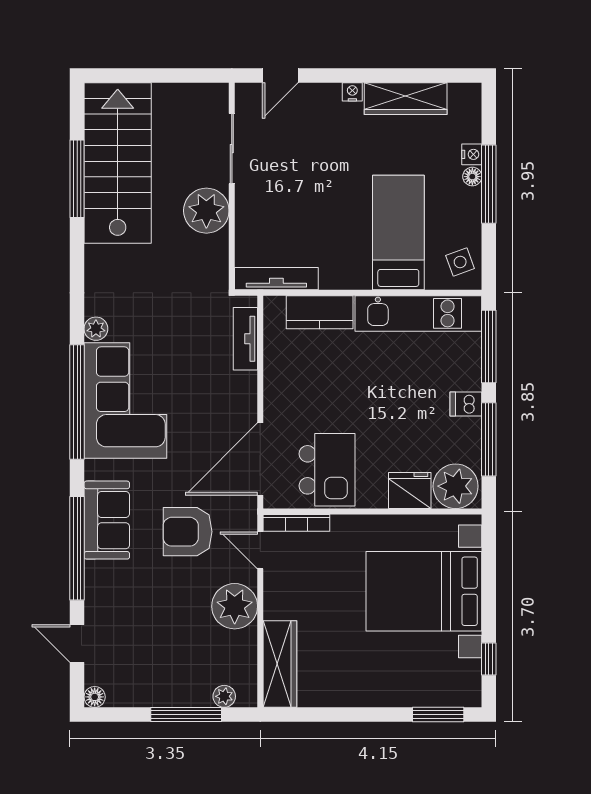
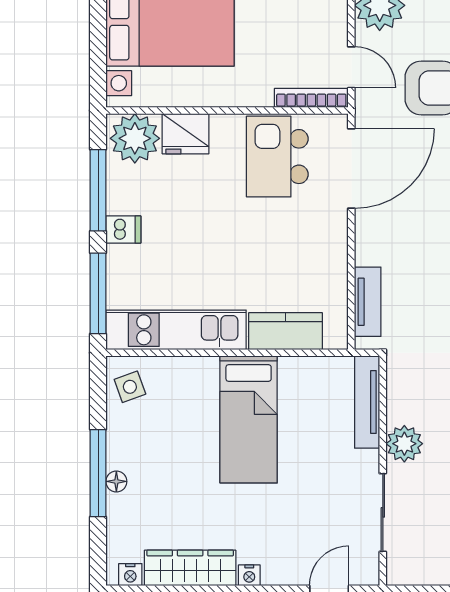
nightstand: (472, 154) -> (130, 575), moved, turned -90
plant: (206, 211) -> (404, 444), width x0.73, depth x0.73
bed: (398, 233) -> (249, 419), moved
tv unit: (276, 279) -> (367, 402), moved, turned 90

